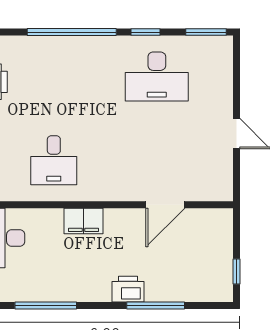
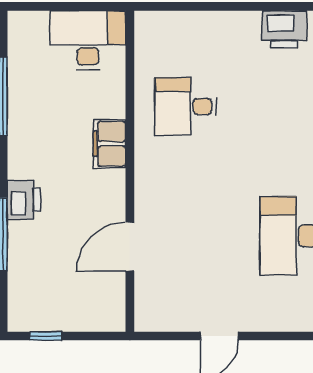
door: (165, 205) -> (130, 247), hinge flipped

